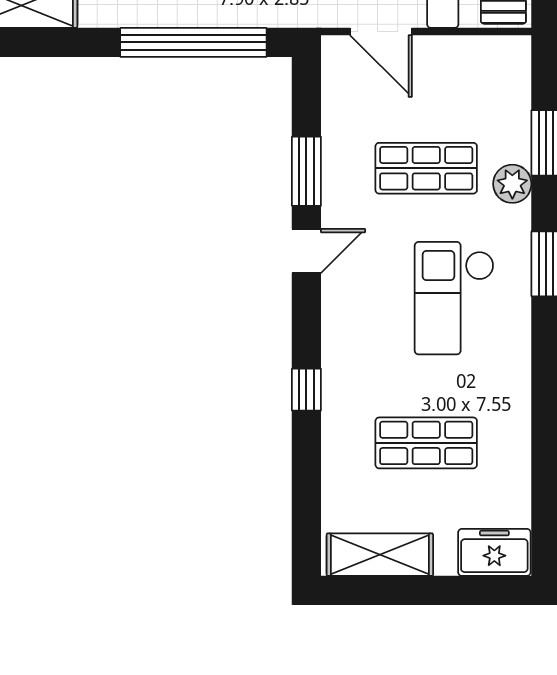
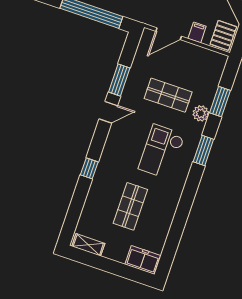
door: (381, 32) -> (169, 34), hinge flipped
shop shelf: (426, 443) -> (130, 206), turned 90
shelving: (380, 555) -> (88, 245), width x0.67, depth x0.75

